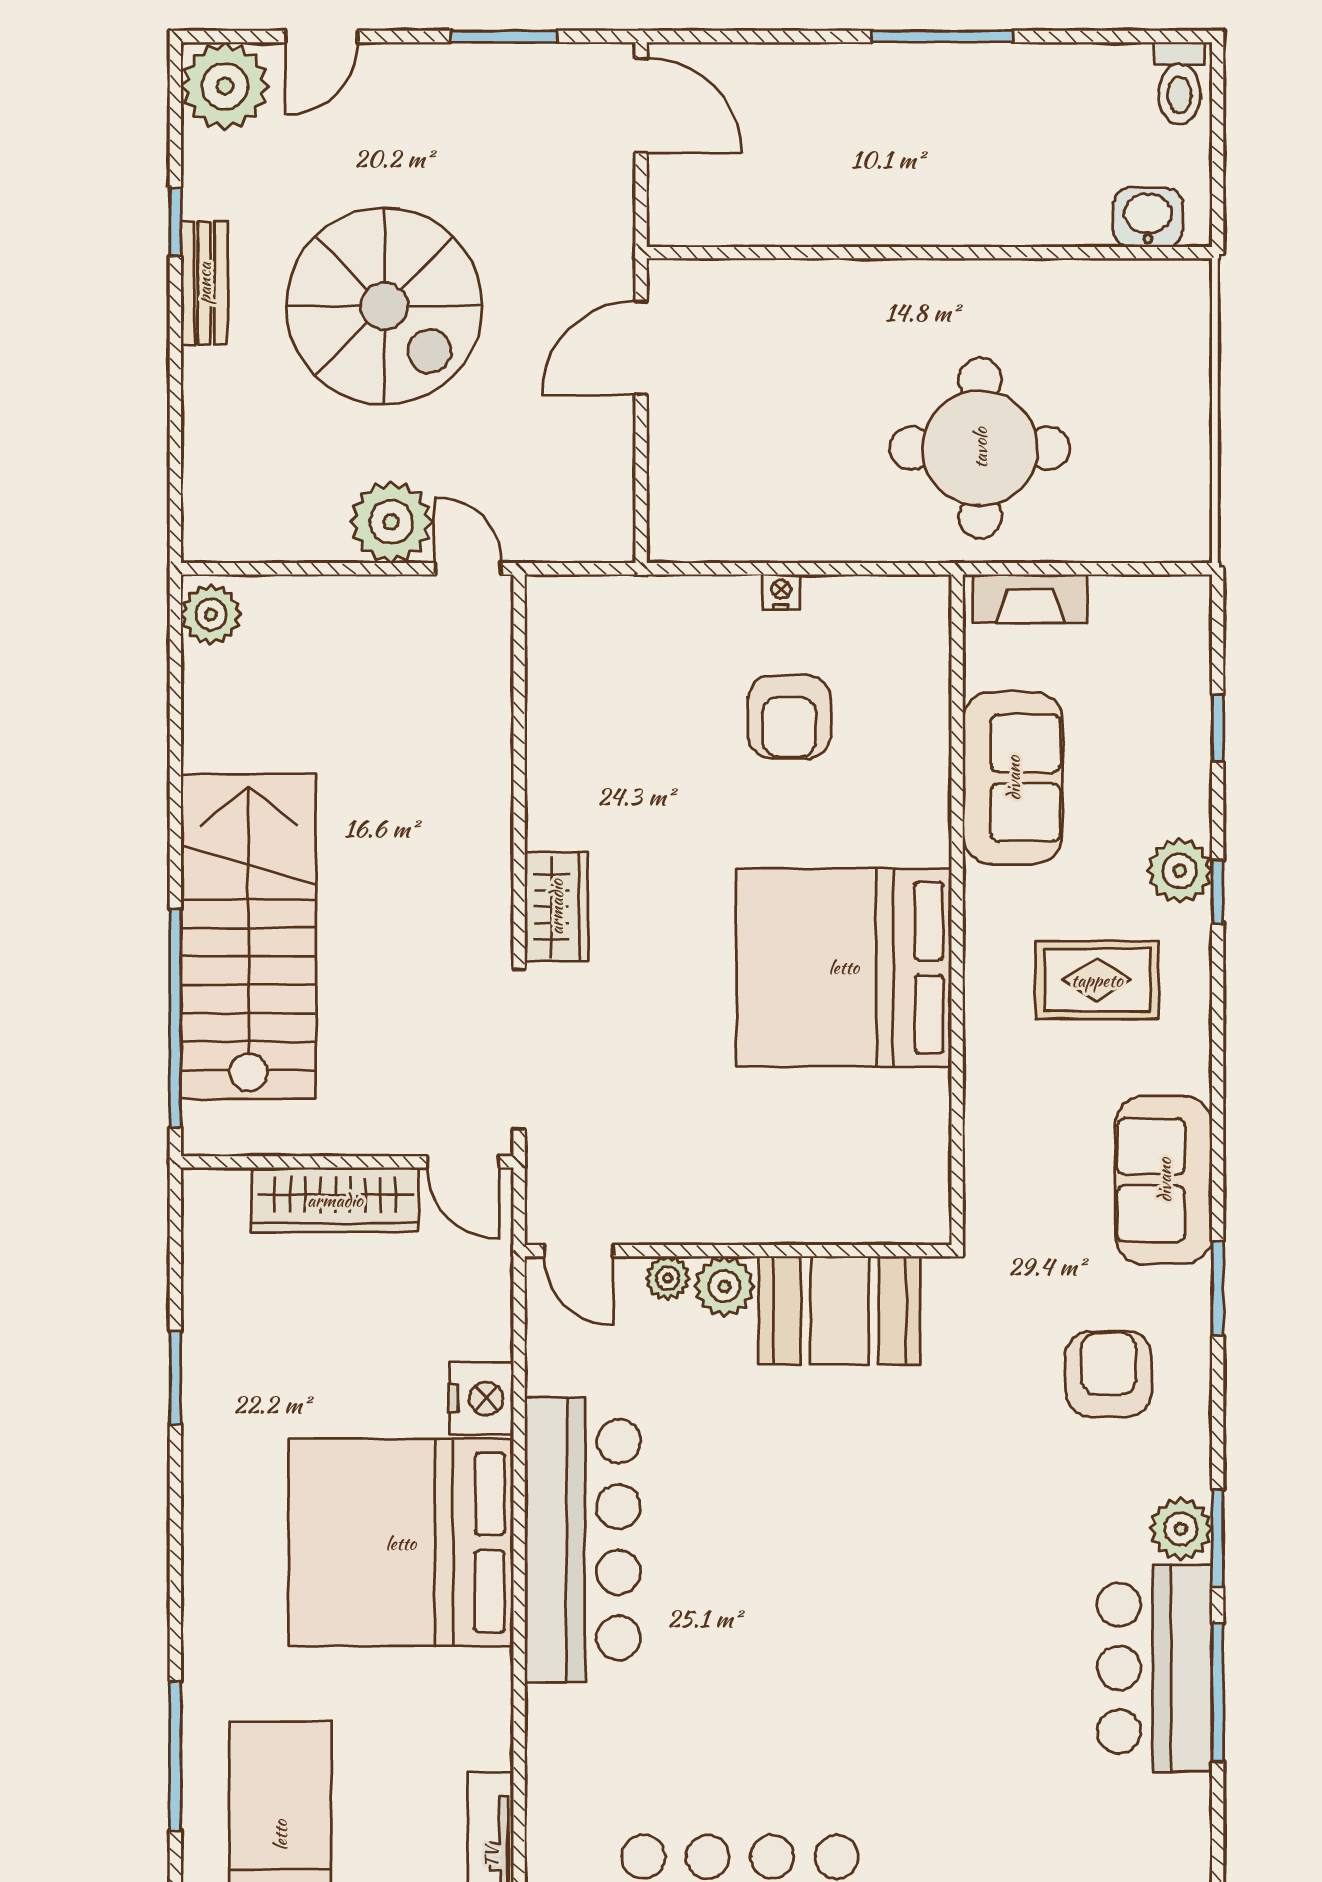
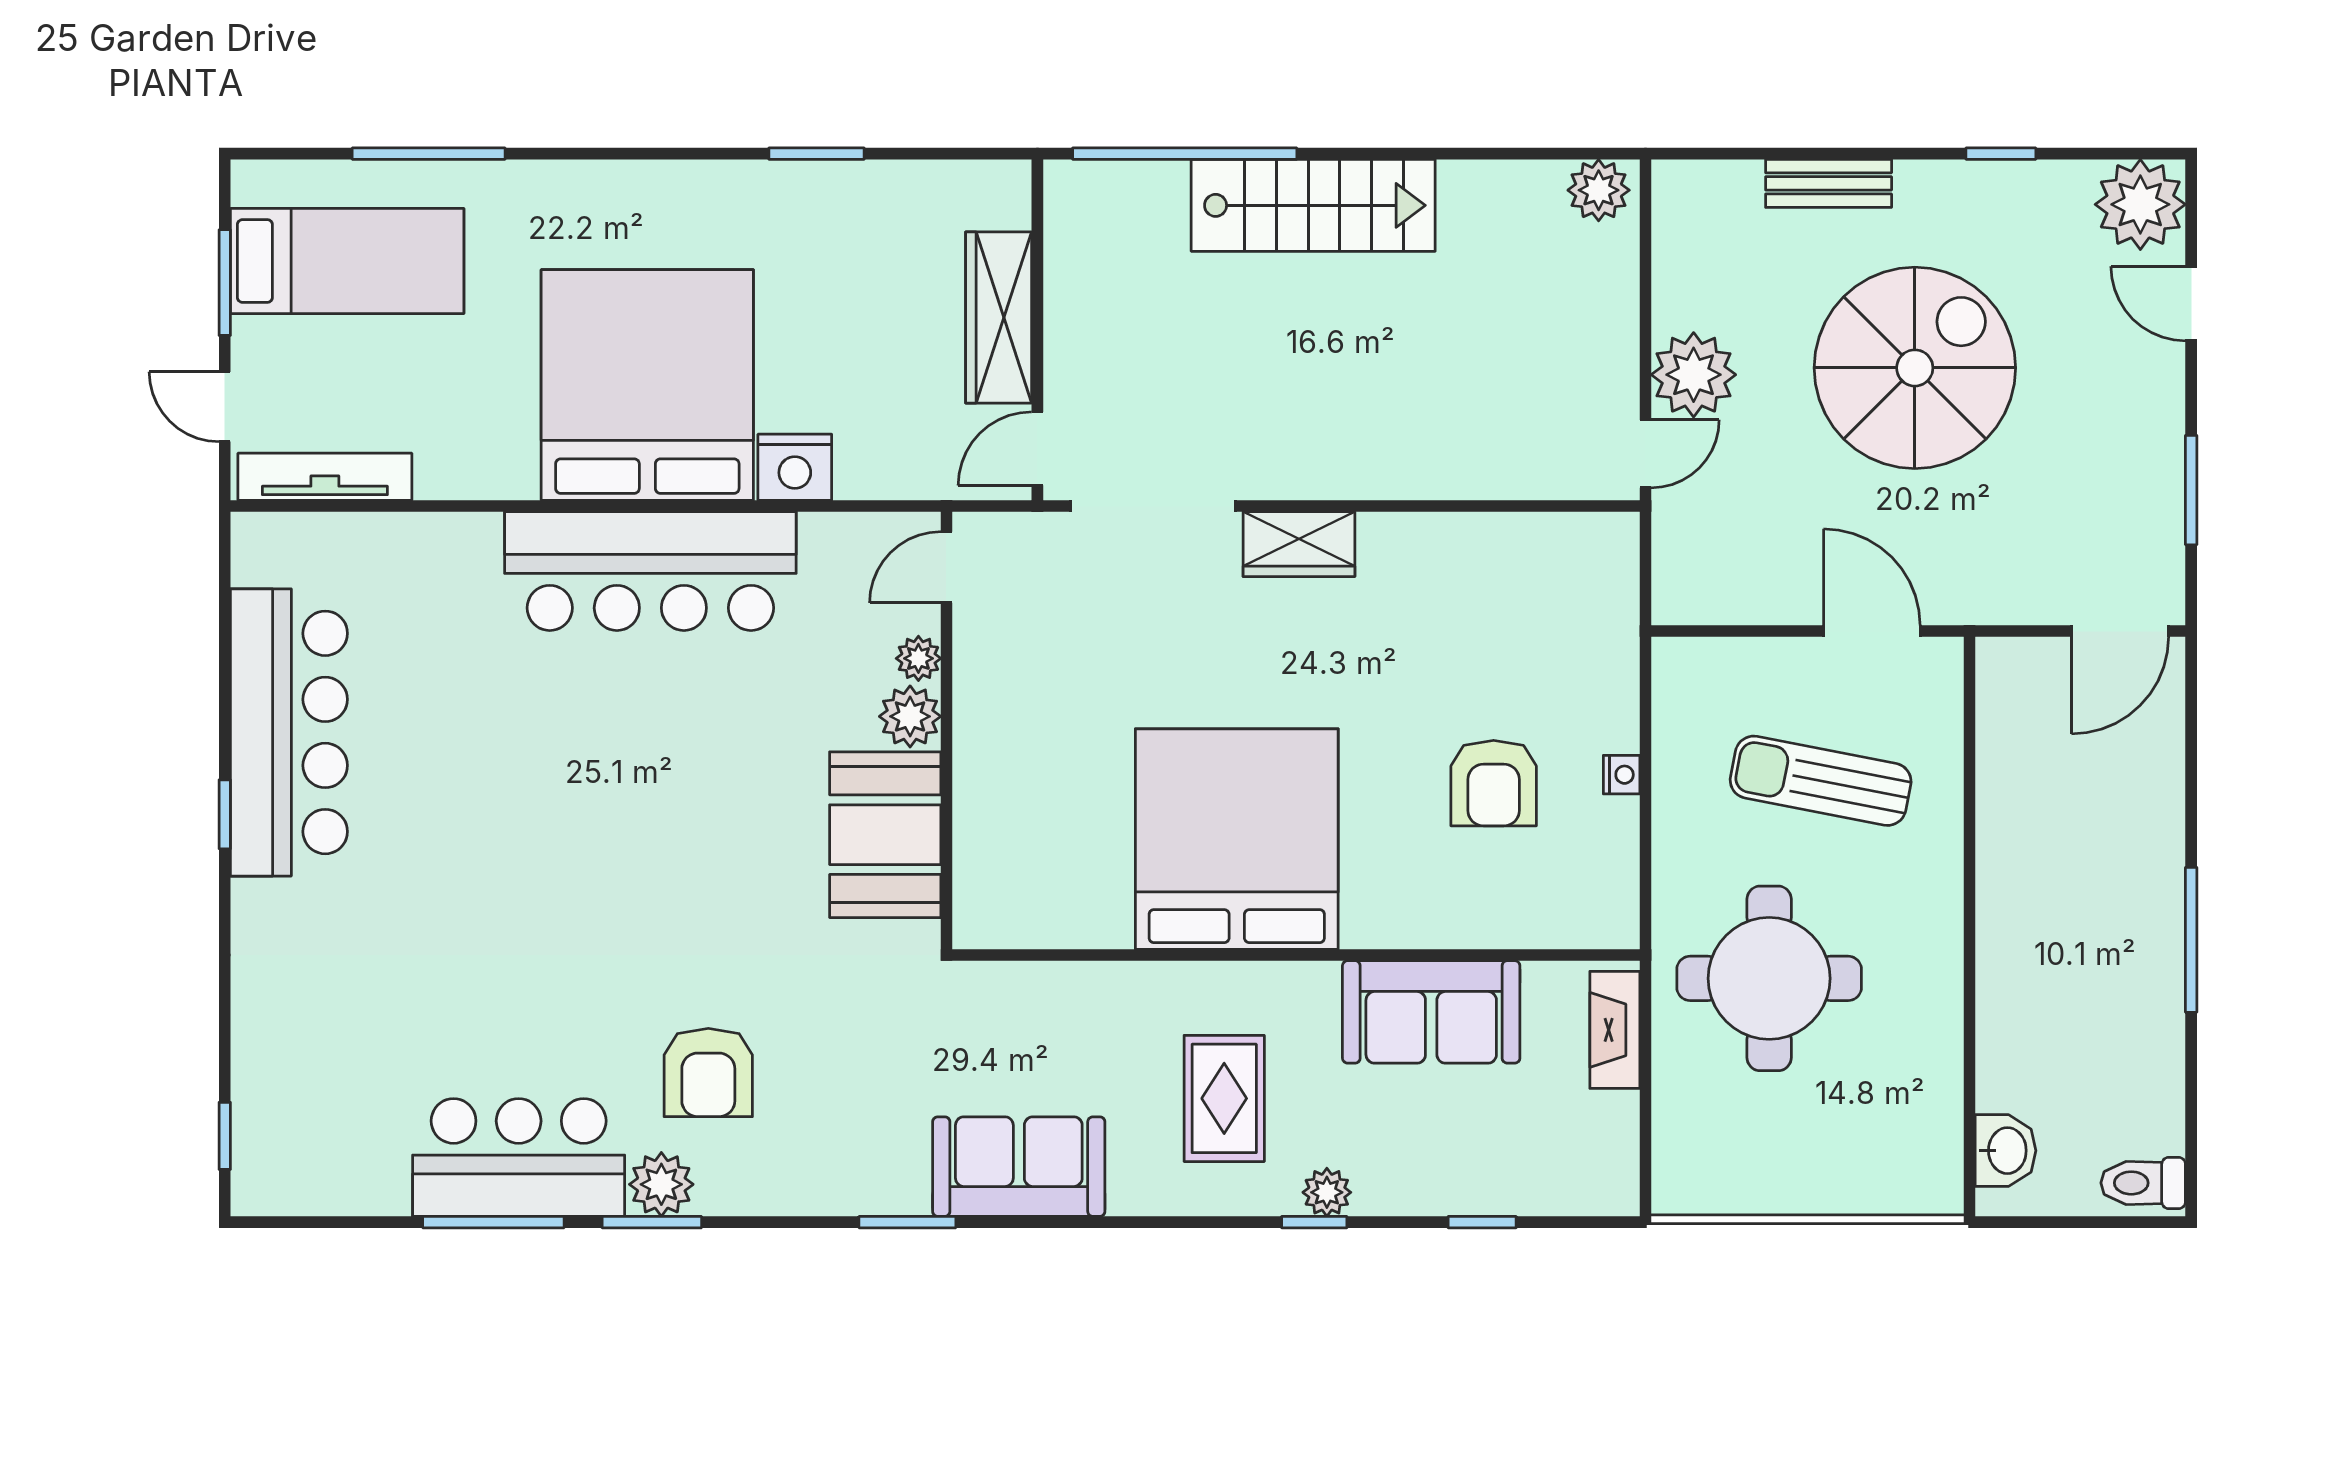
bench: (204, 283) -> (1829, 183), moved
spiral stairs: (384, 306) -> (1915, 368), turned 180
sun lounger: (787, 398) -> (1821, 781), added
armchair: (789, 717) -> (1494, 783), turned -90
plant: (1180, 871) -> (1327, 1192), width x0.73, depth x0.73
stairs: (249, 936) -> (1313, 205), width x0.73, depth x0.66
armchair: (1109, 1374) -> (708, 1072), moved, turned 90

